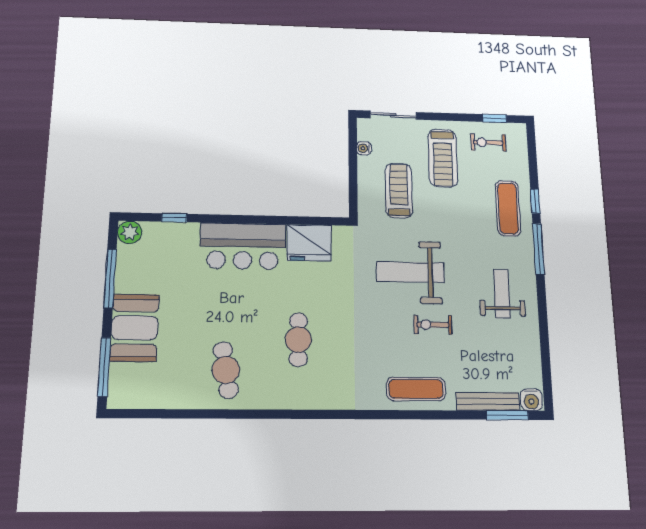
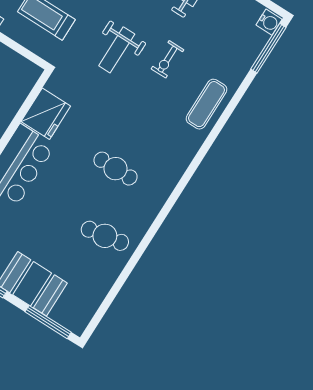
weight bench: (410, 272) -> (117, 50), width x0.73, depth x0.75
bench: (488, 401) -> (249, 56), removed
window: (507, 415) -> (268, 48), width x1.44

